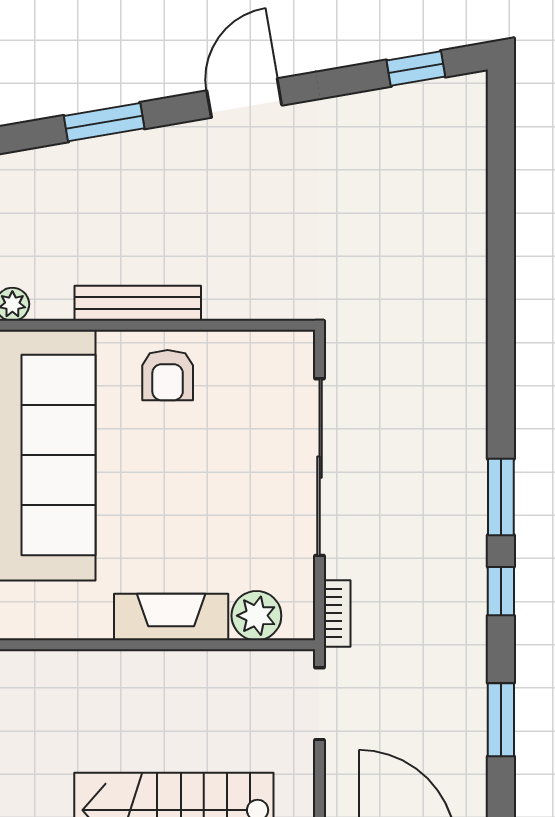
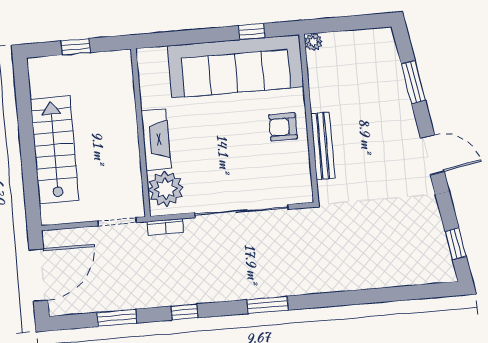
bench: (138, 303) -> (323, 146), moved
window: (501, 497) -> (267, 305), moved
plant: (256, 616) -> (166, 189), width x1.36, depth x1.36

